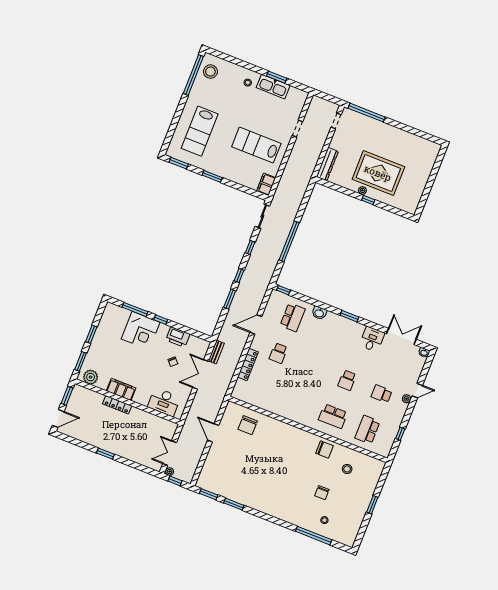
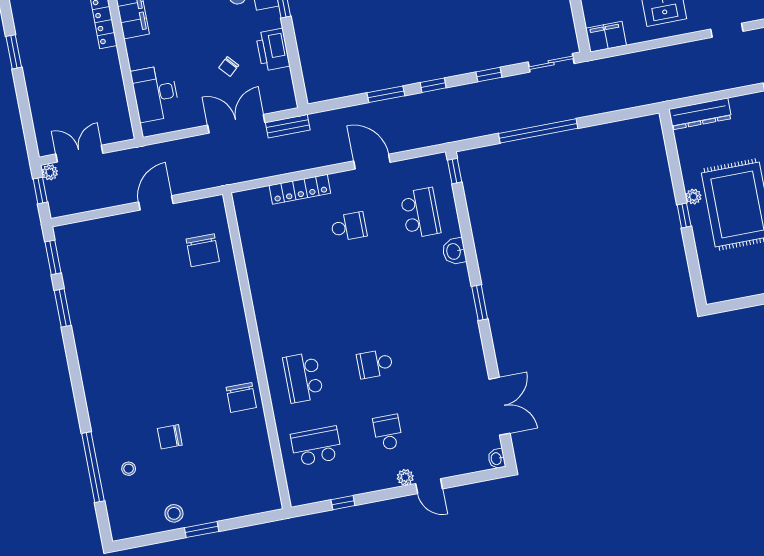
school desk: (293, 317) -> (420, 213), turned -90
desk: (372, 339) -> (465, 362), removed
school desk: (278, 353) -> (349, 227), turned 180
chair: (248, 425) -> (203, 250), turned -90
stool: (347, 469) -> (174, 513), moved

